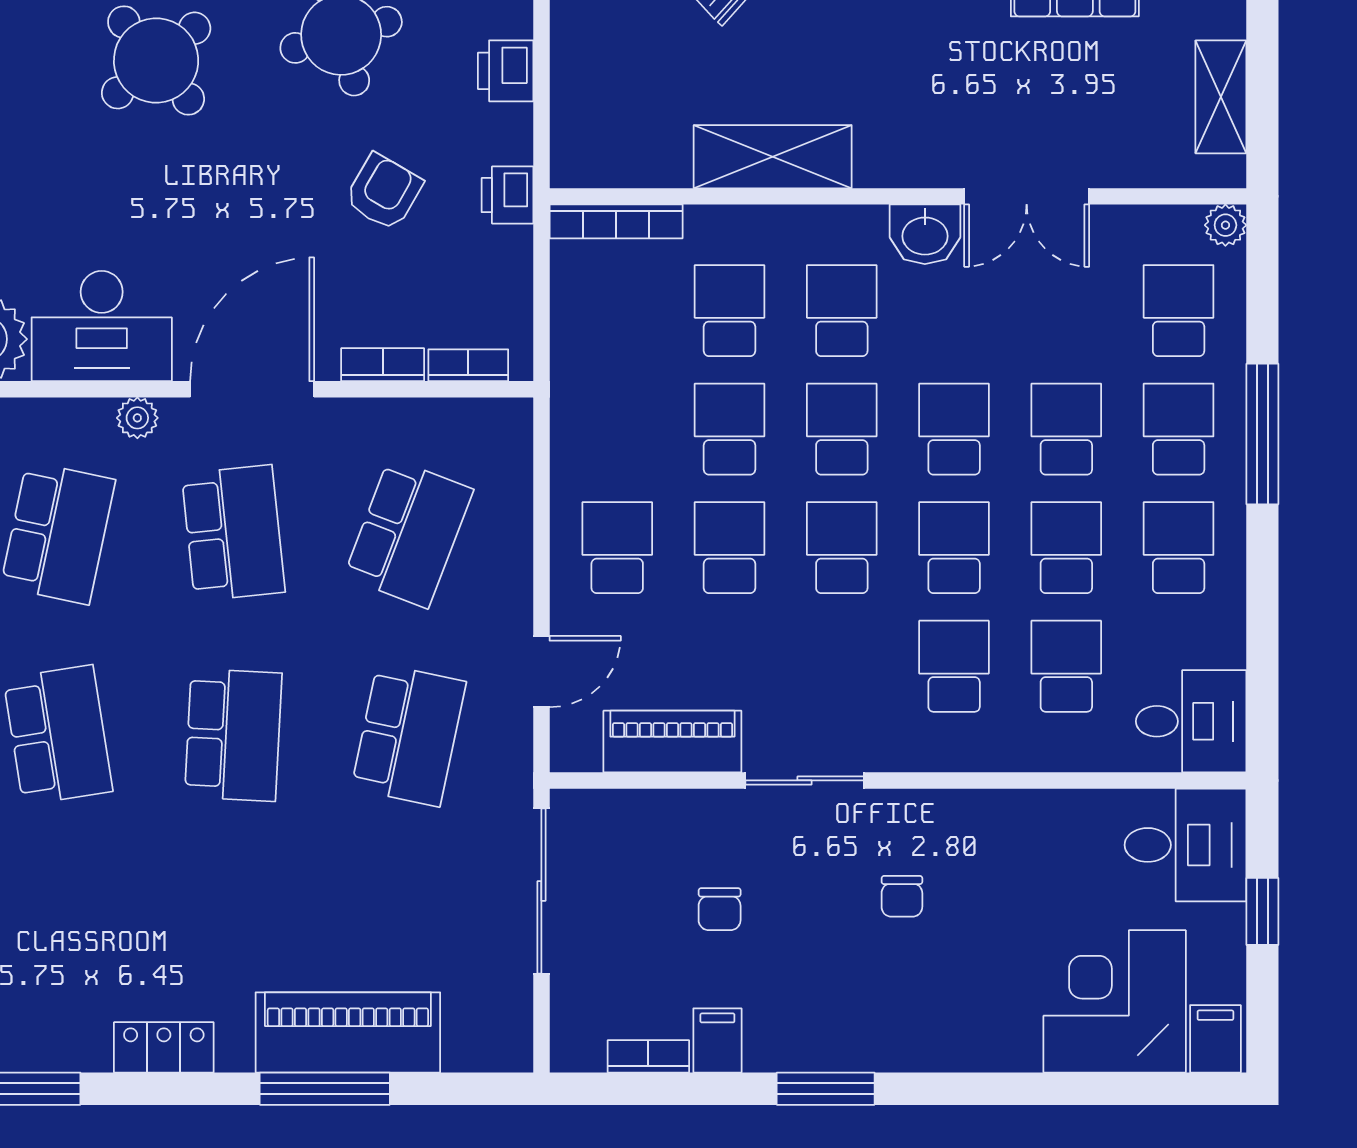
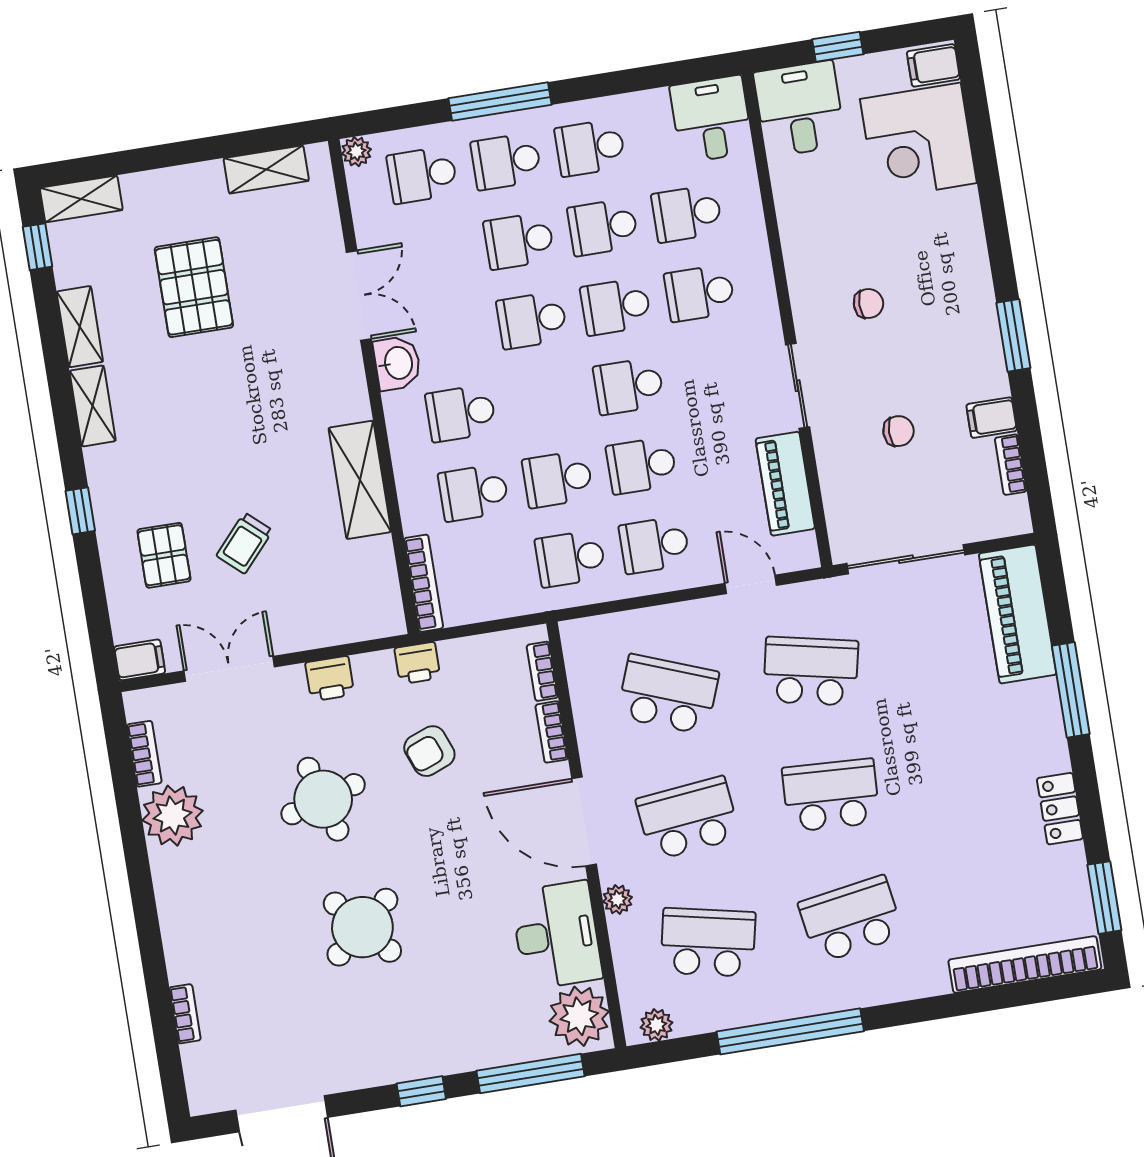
armchair: (384, 192) -> (429, 751), turned -51
school desk: (842, 429) -> (570, 559), moved
piano: (348, 1032) -> (1018, 614), moved

